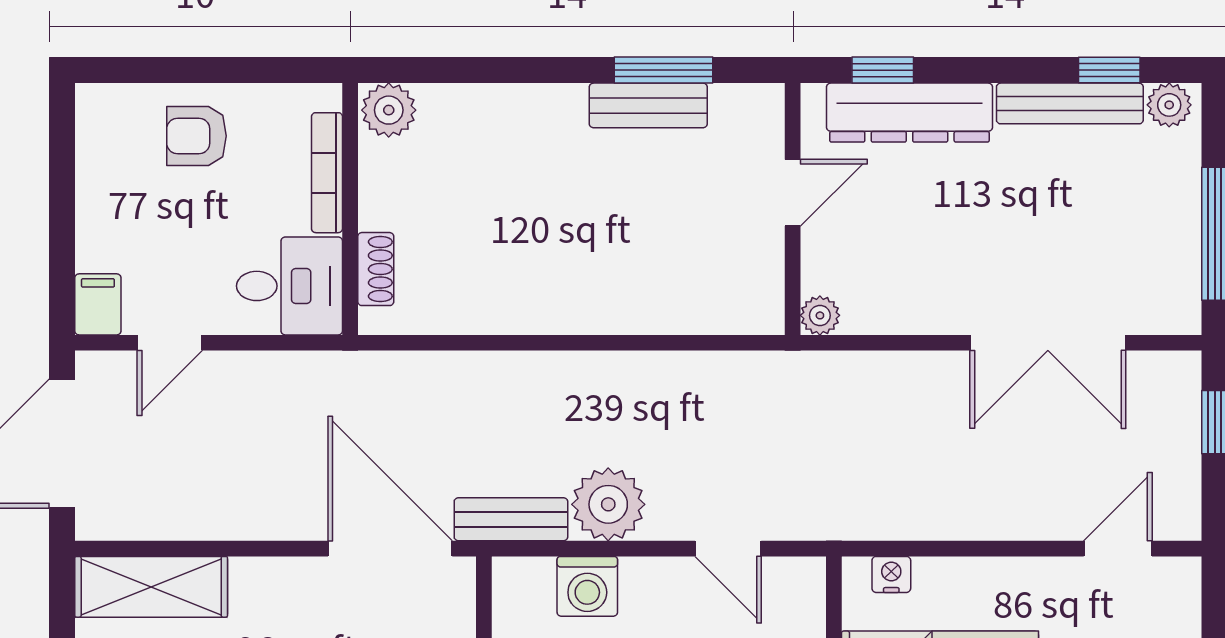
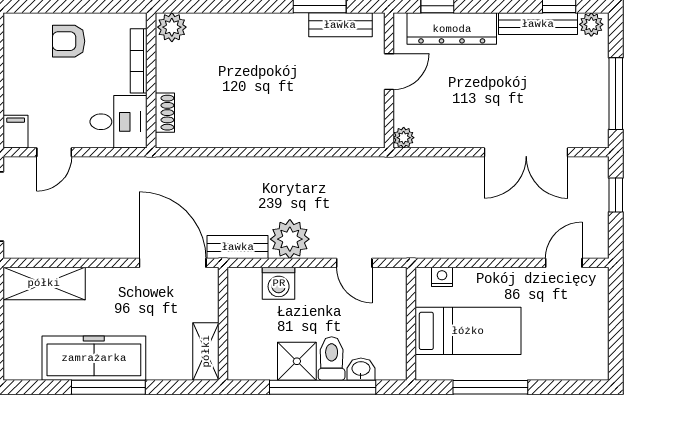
bench: (648, 105) -> (340, 25), moved

